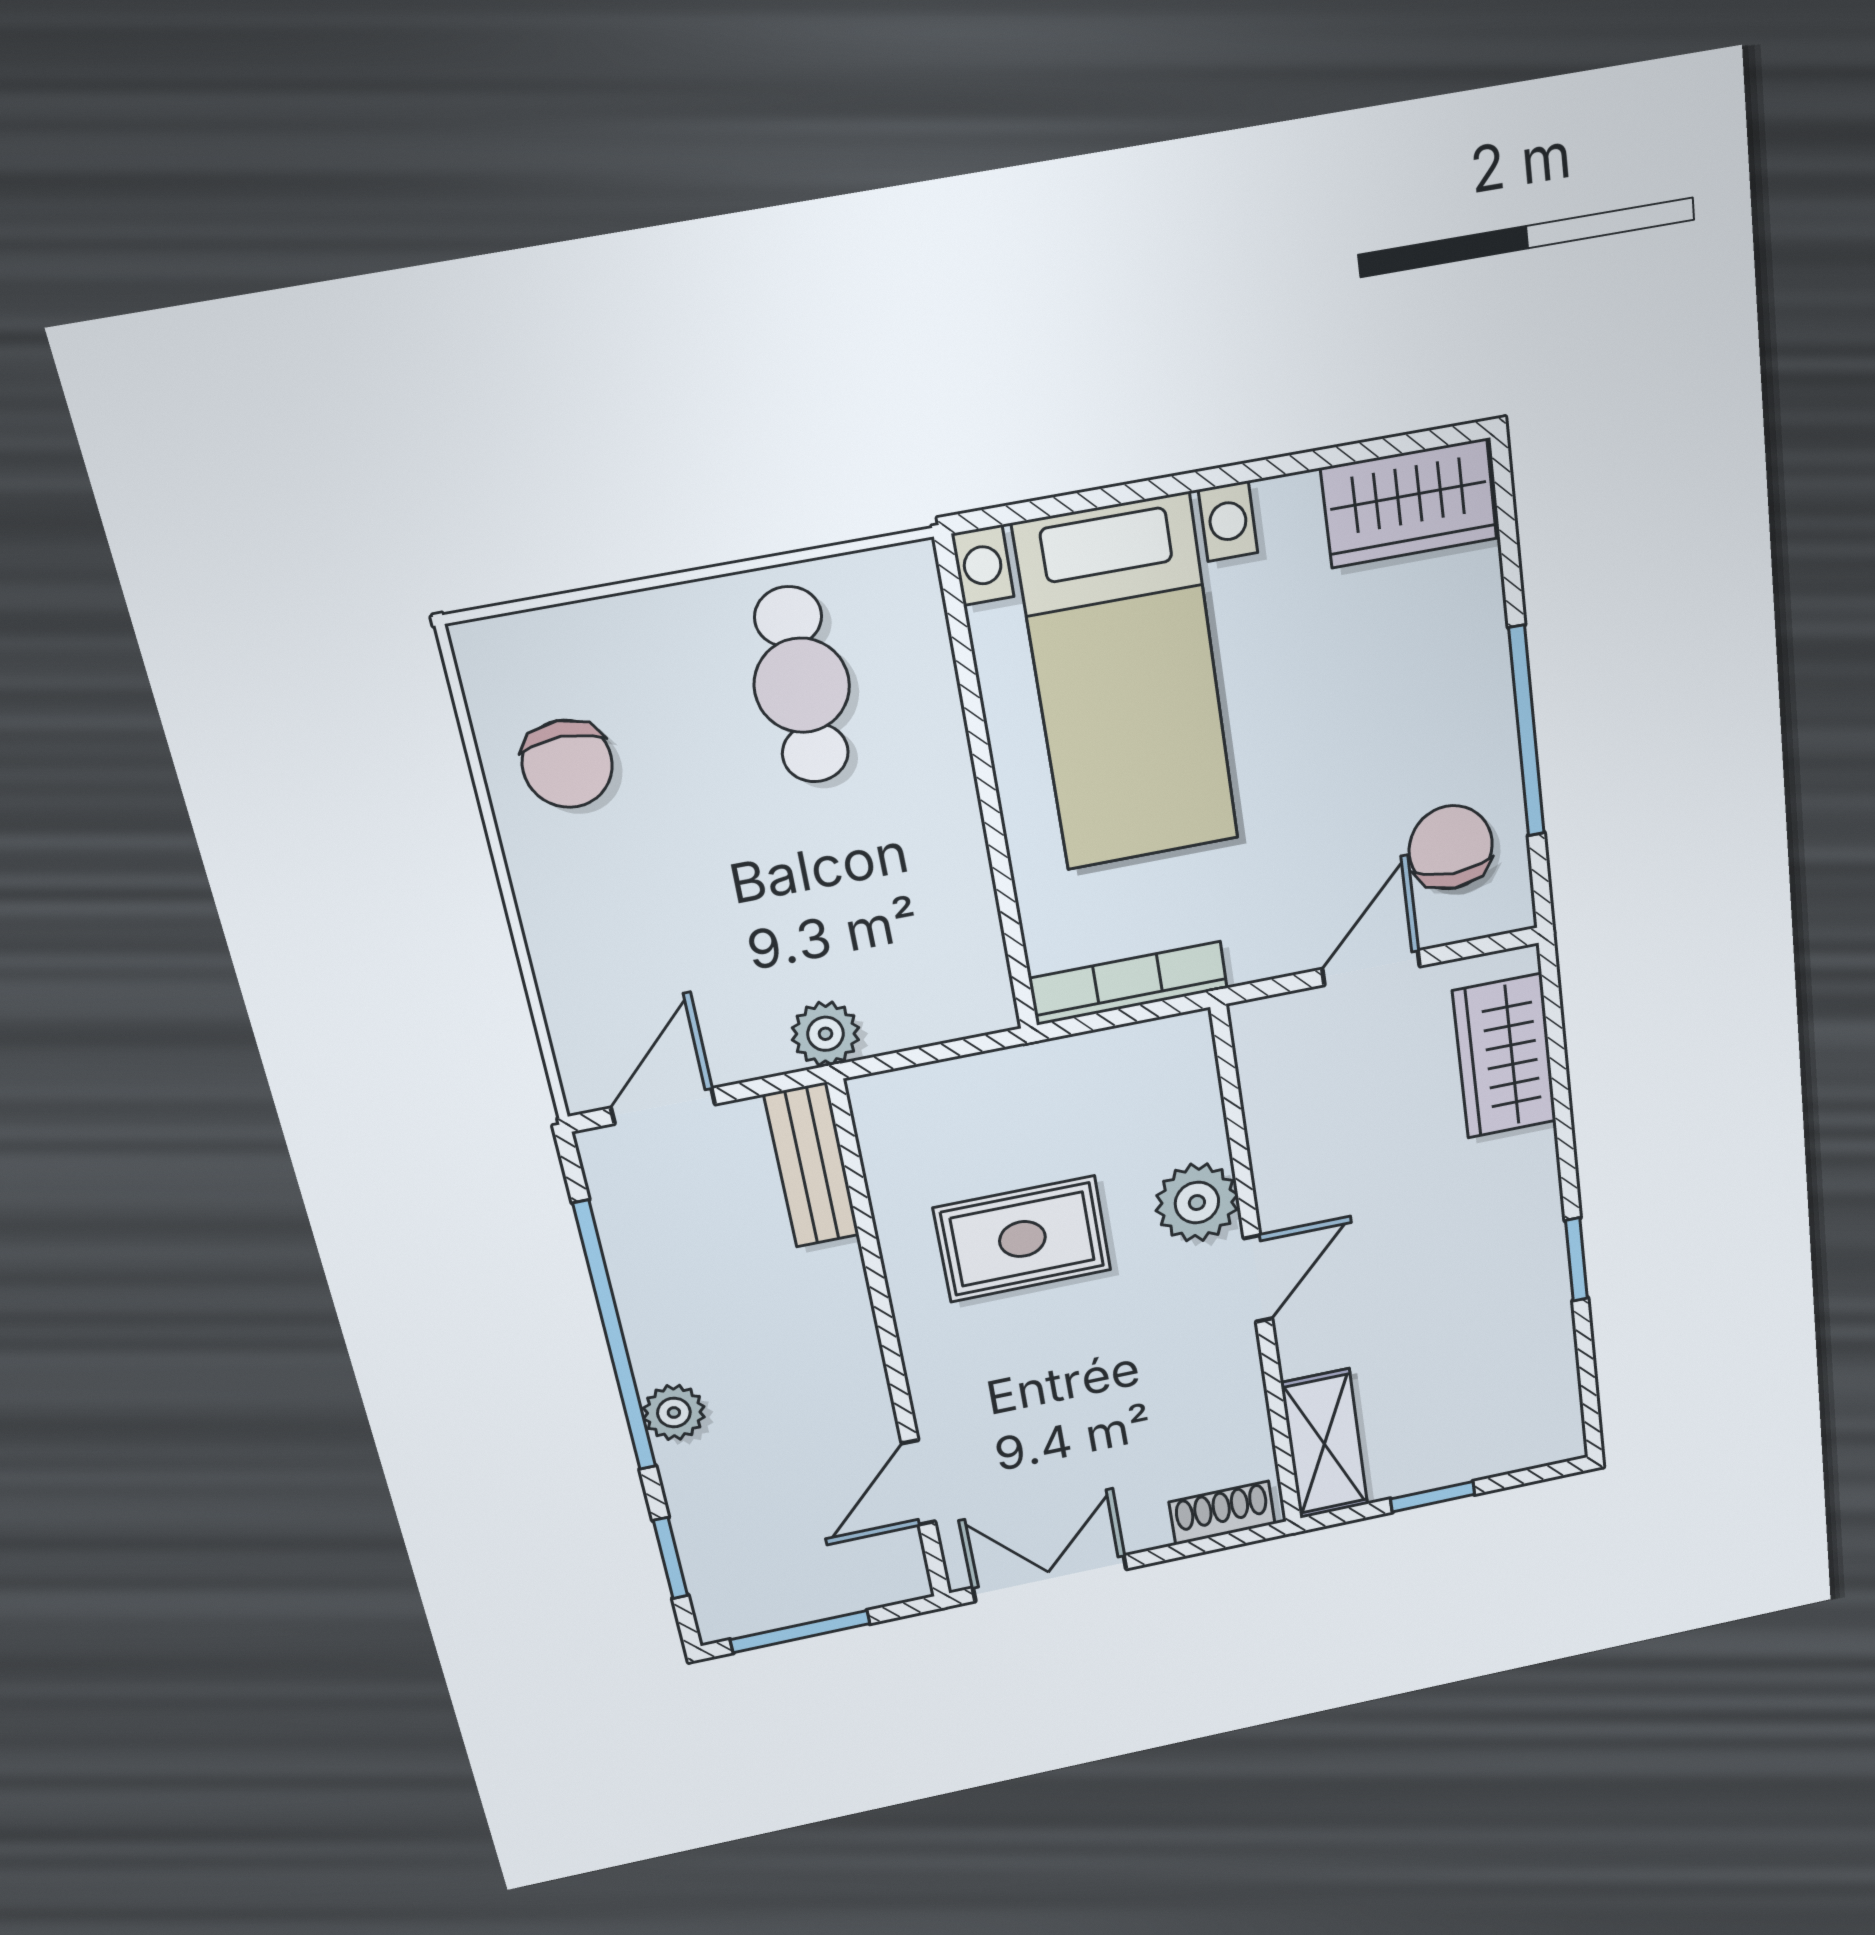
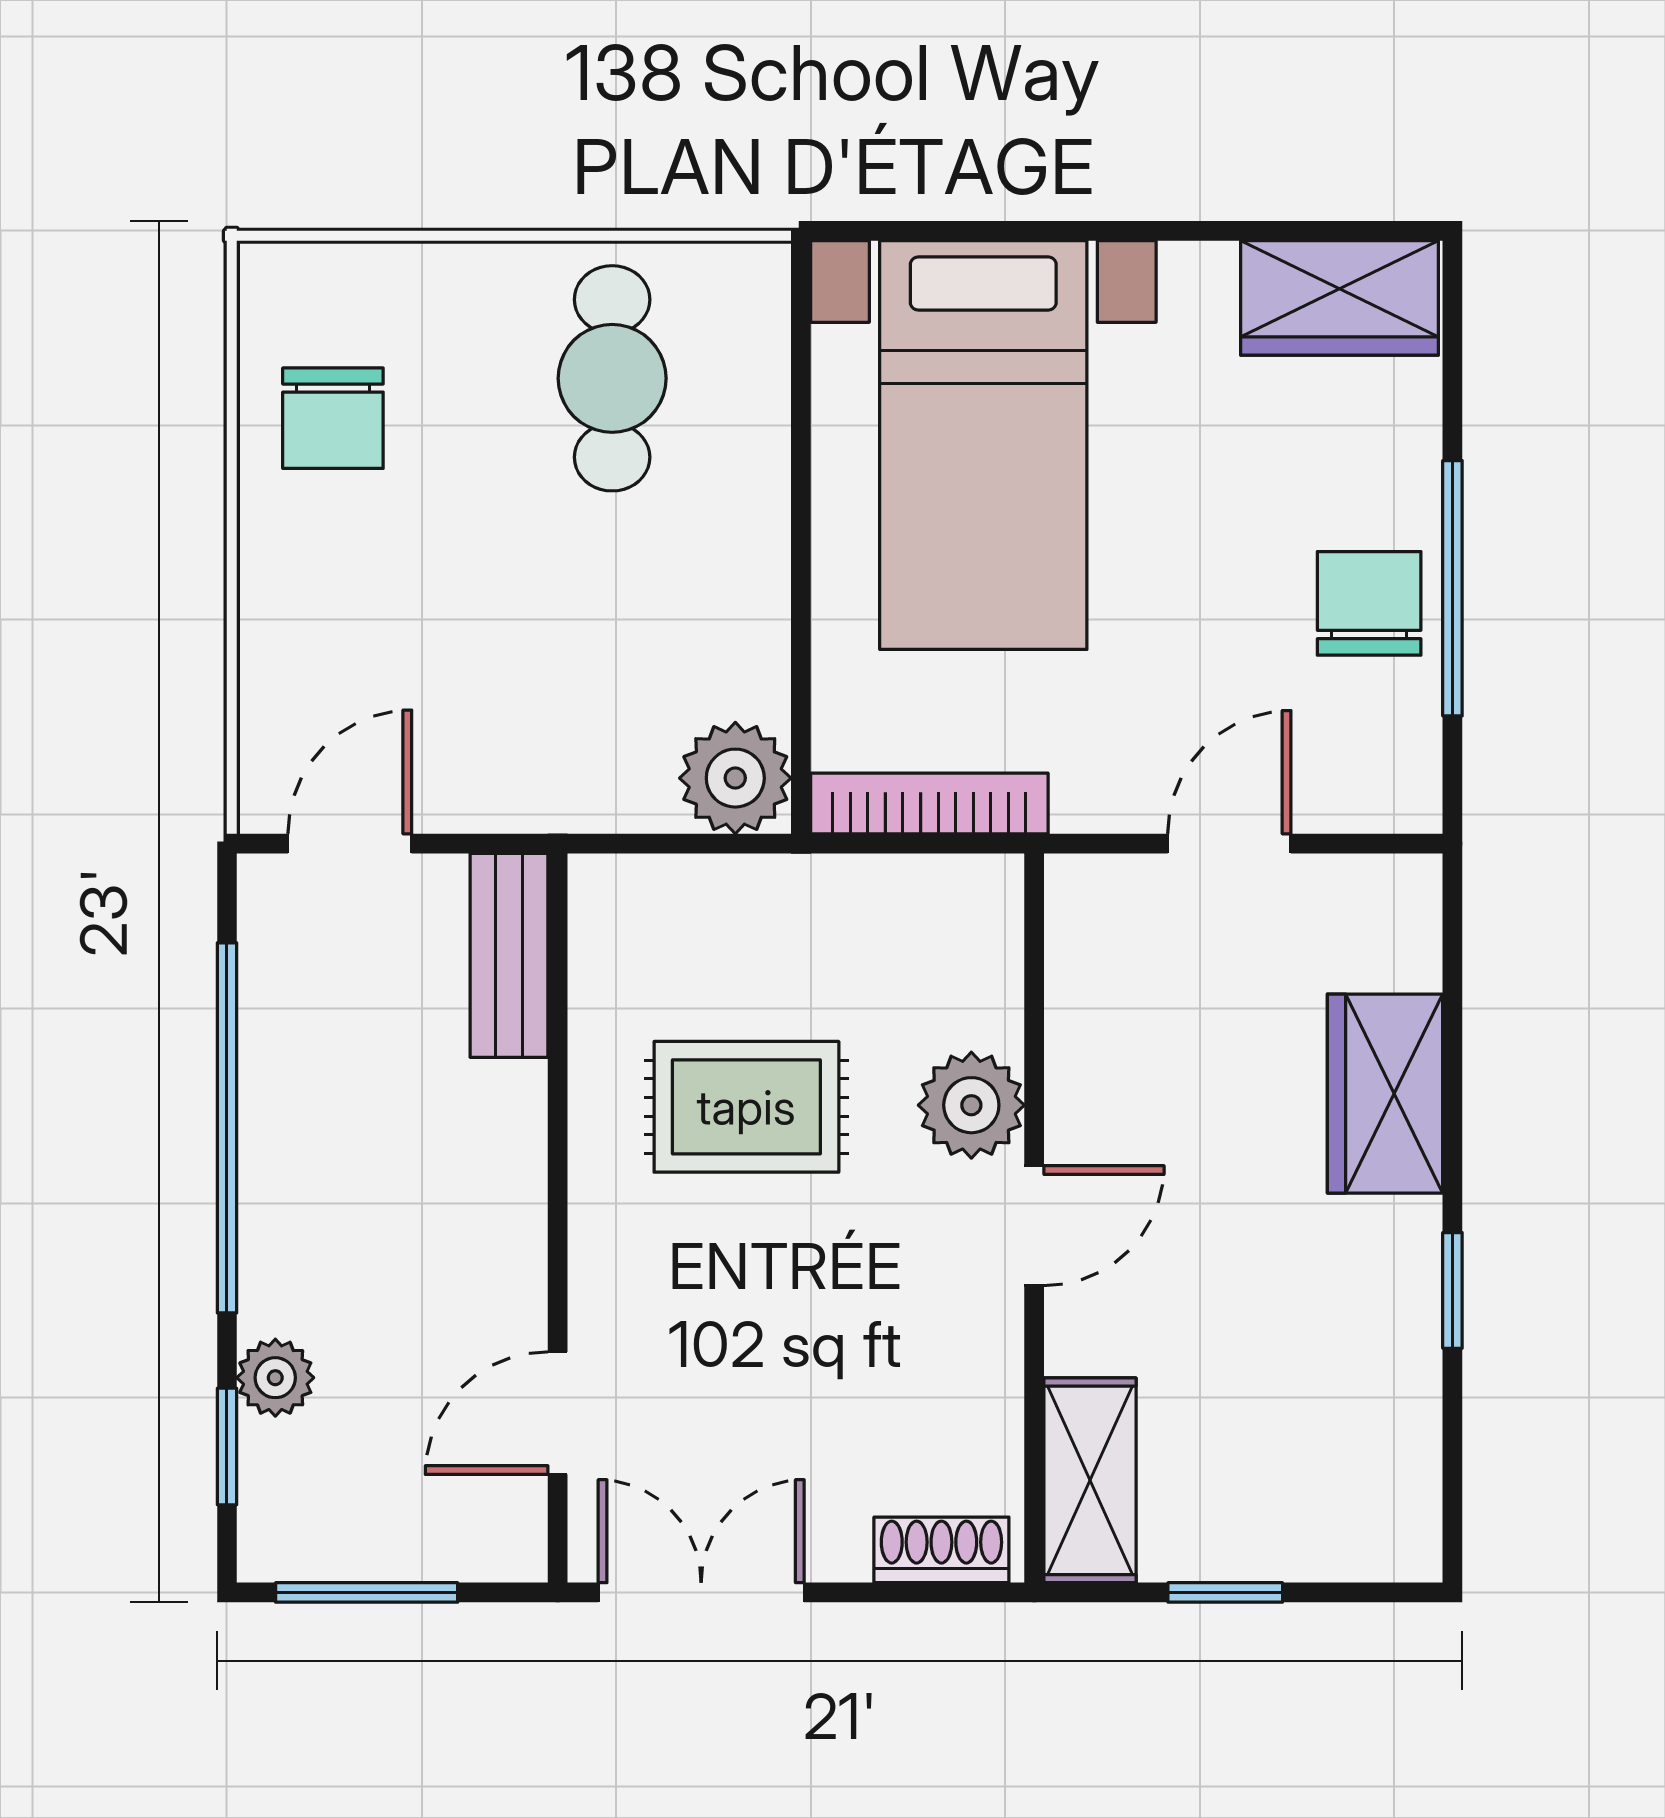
chair: (1451, 847) -> (1369, 603), moved
plant: (826, 1034) -> (735, 778), moved, width x1.38, depth x1.38
wardrobe: (1505, 1056) -> (1385, 1094), moved
plant: (674, 1413) -> (275, 1378), moved

